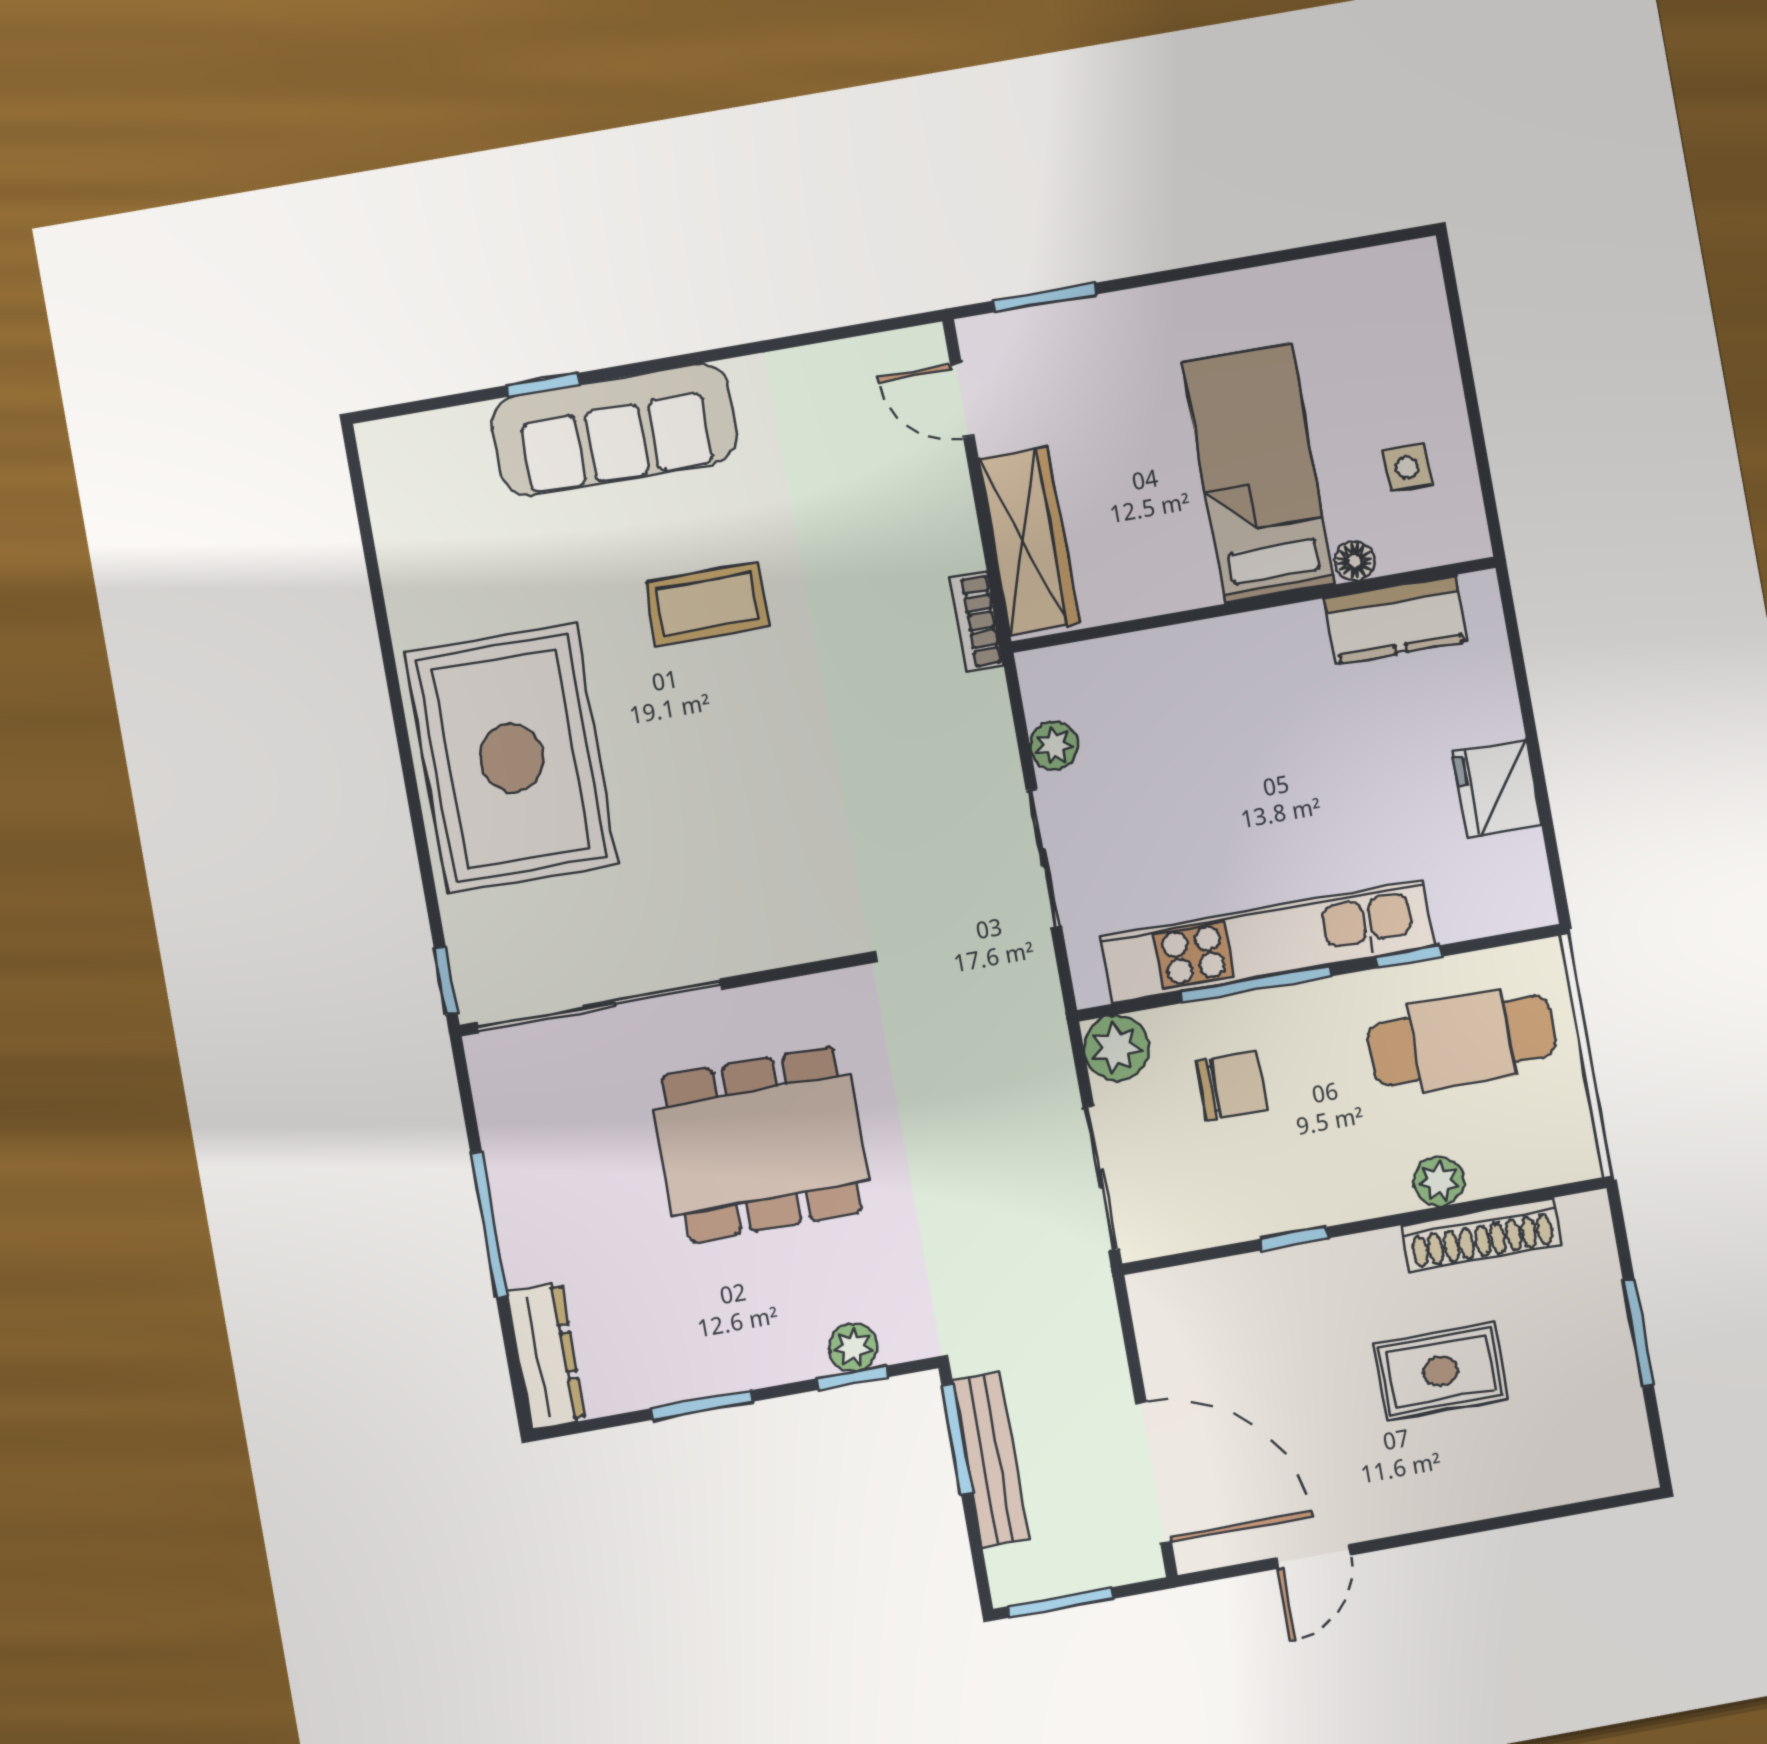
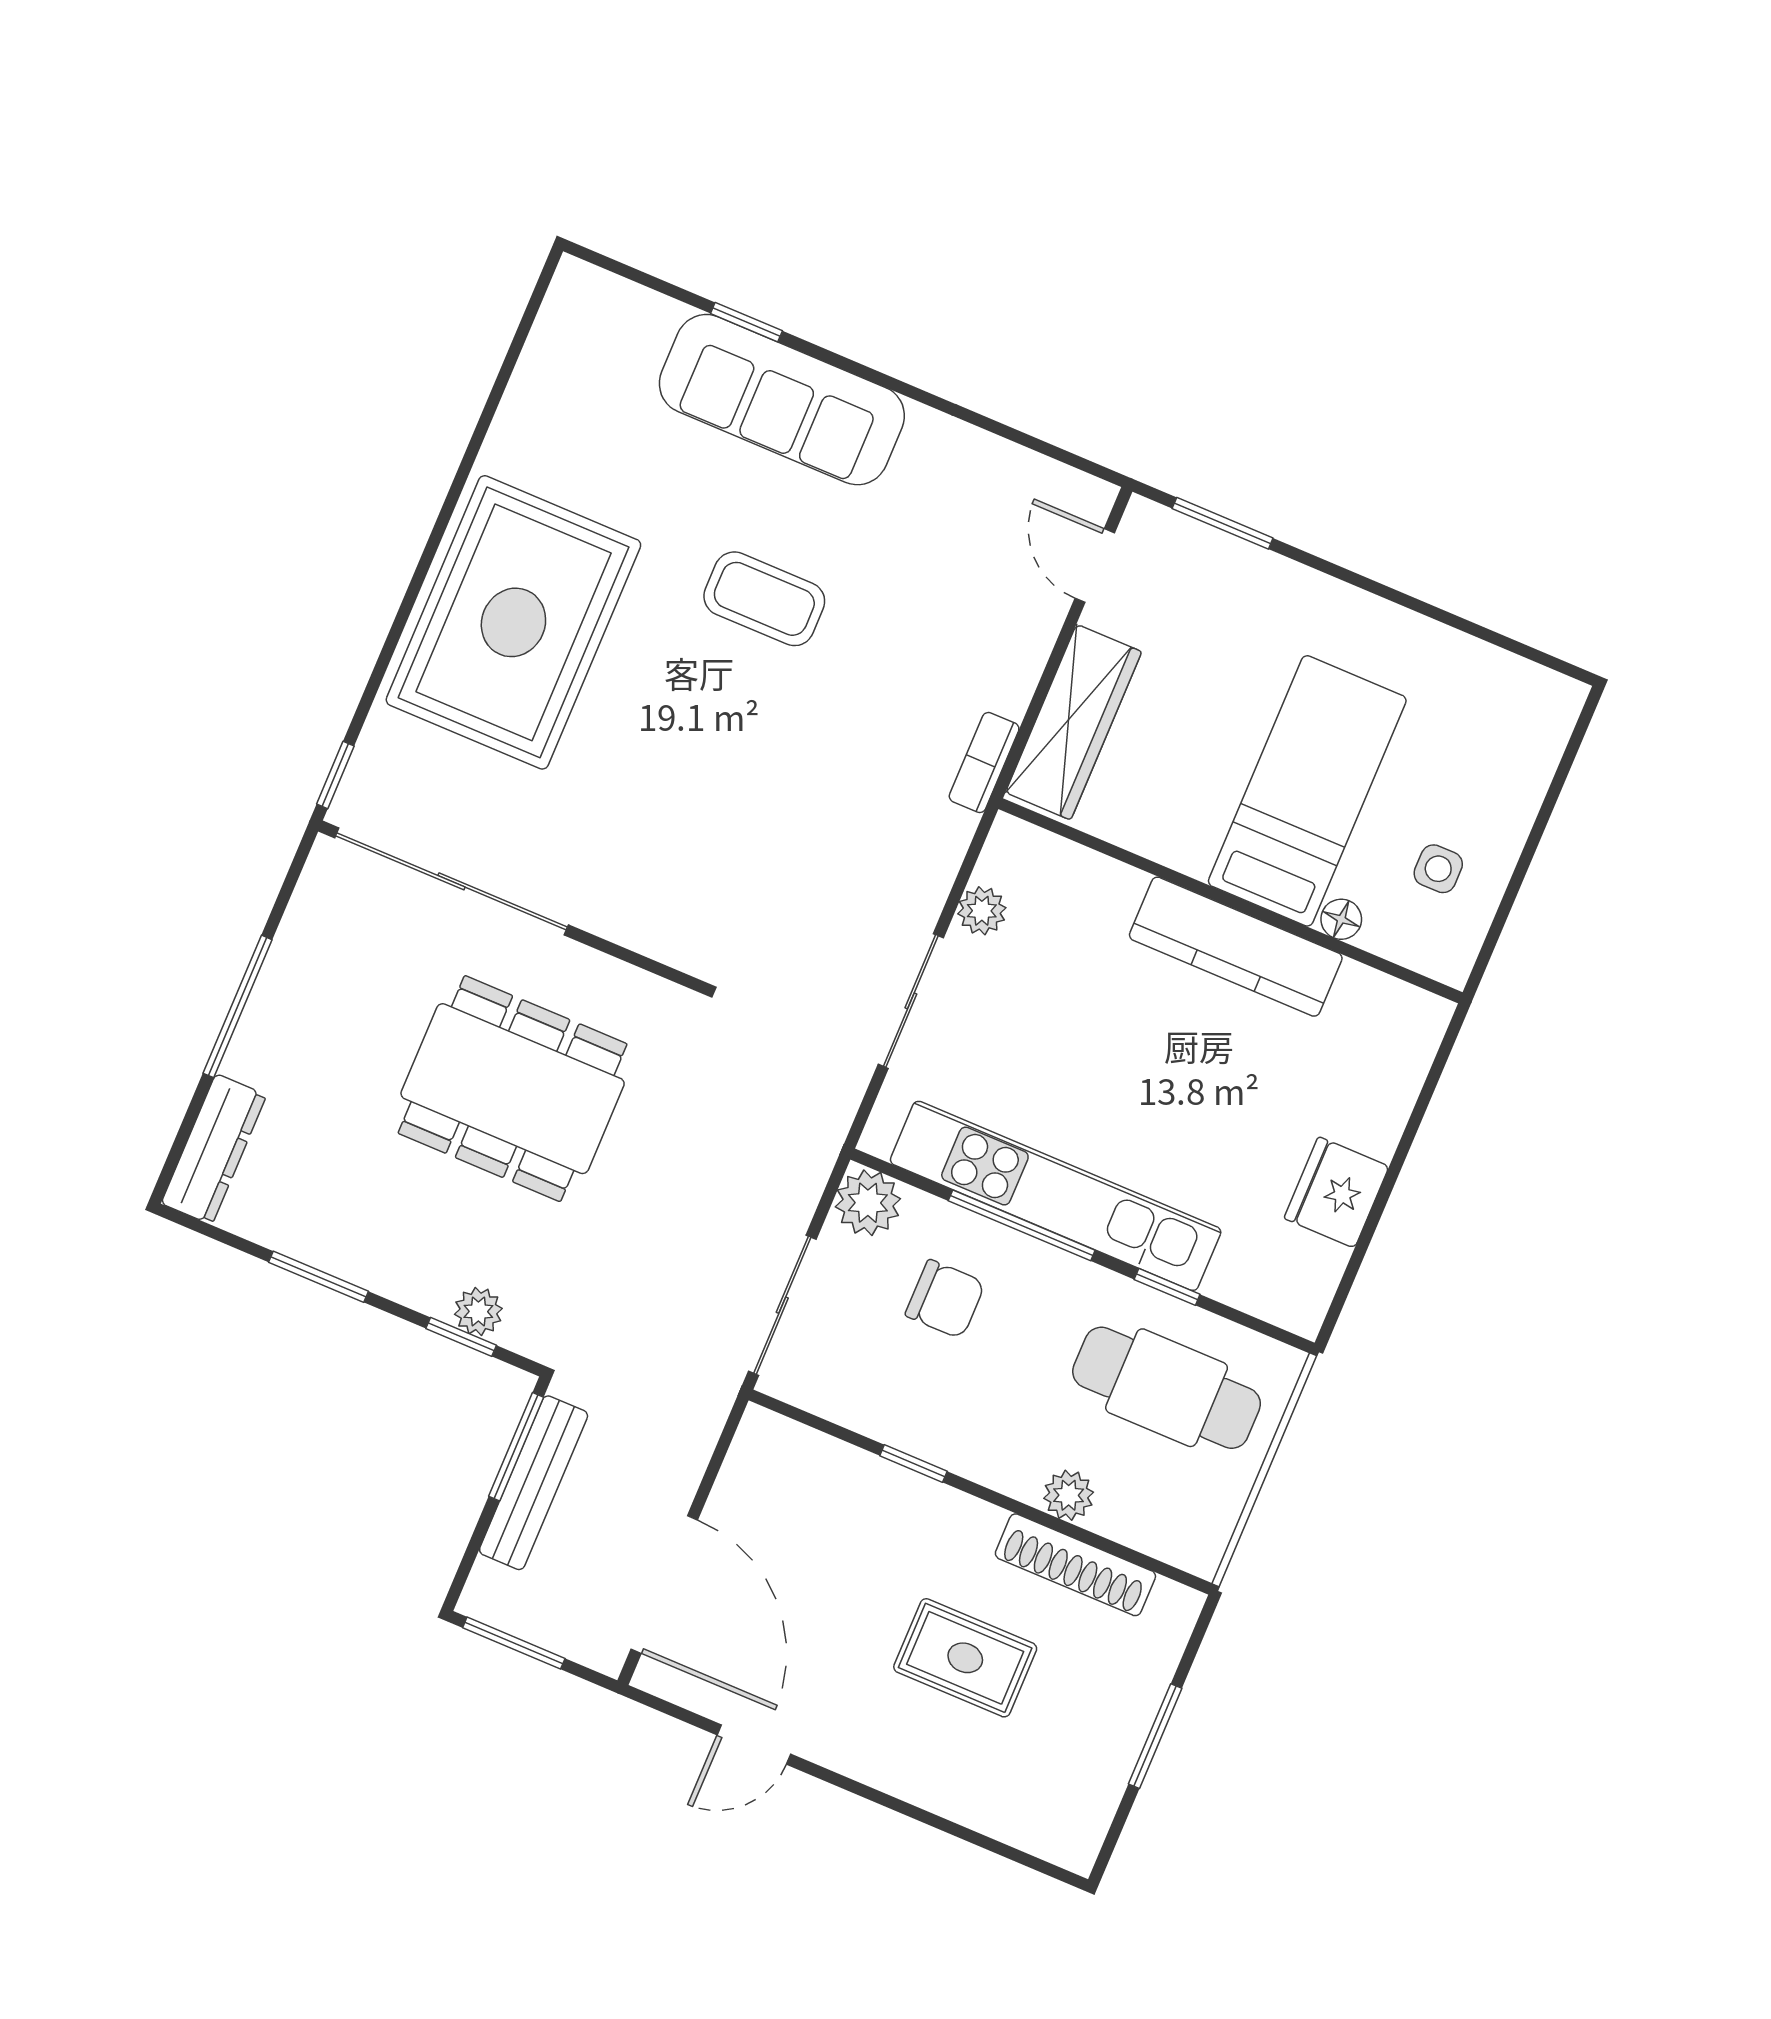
kitchen counter: (1396, 620) -> (1236, 947), moved, width x1.50

